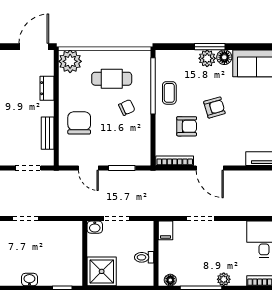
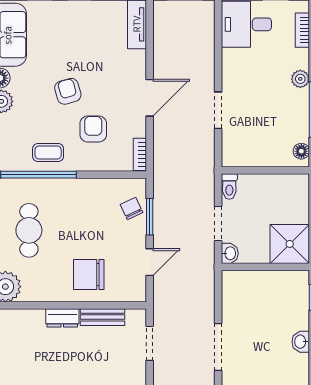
dresser: (47, 88) -> (62, 318), moved
chair: (127, 107) -> (132, 208), moved
bookcase: (175, 161) -> (140, 154), width x0.64
doorway: (26, 219) -> (218, 347), width x1.38
filing cabinet: (166, 230) -> (234, 158), removed
toilet: (144, 257) -> (229, 186), moved

